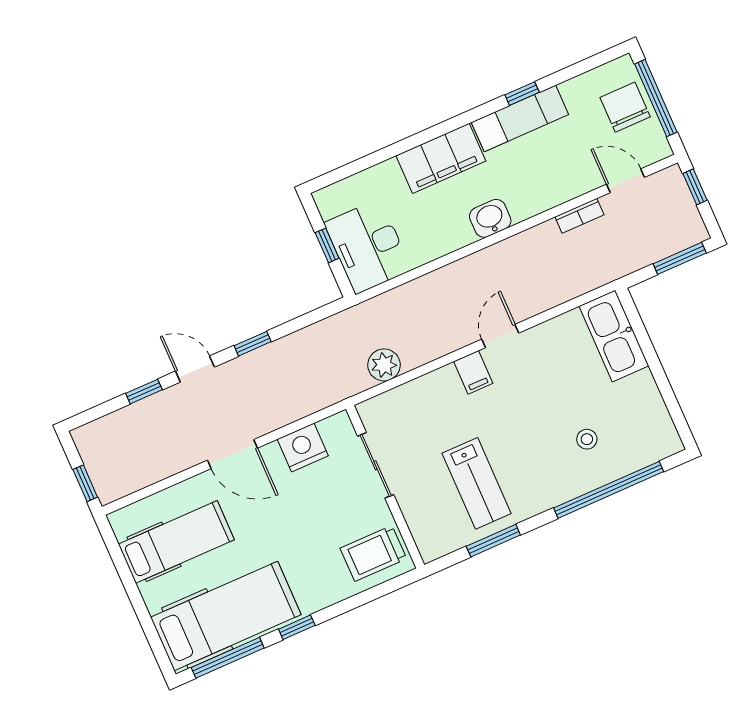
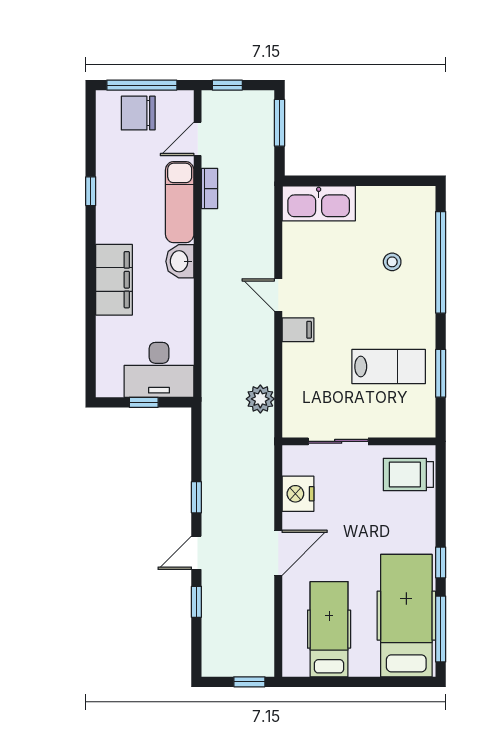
exam couch: (520, 118) -> (180, 202), moved, turned 180
trolley: (373, 553) -> (408, 475), turned 90

